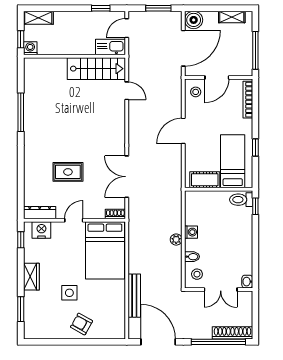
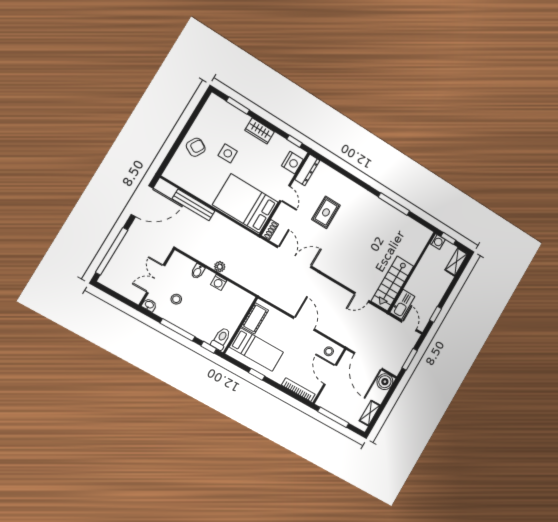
window: (255, 243) -> (178, 330), added
stool: (197, 274) -> (176, 299), moved
shoe rack: (232, 333) -> (112, 268), removed

